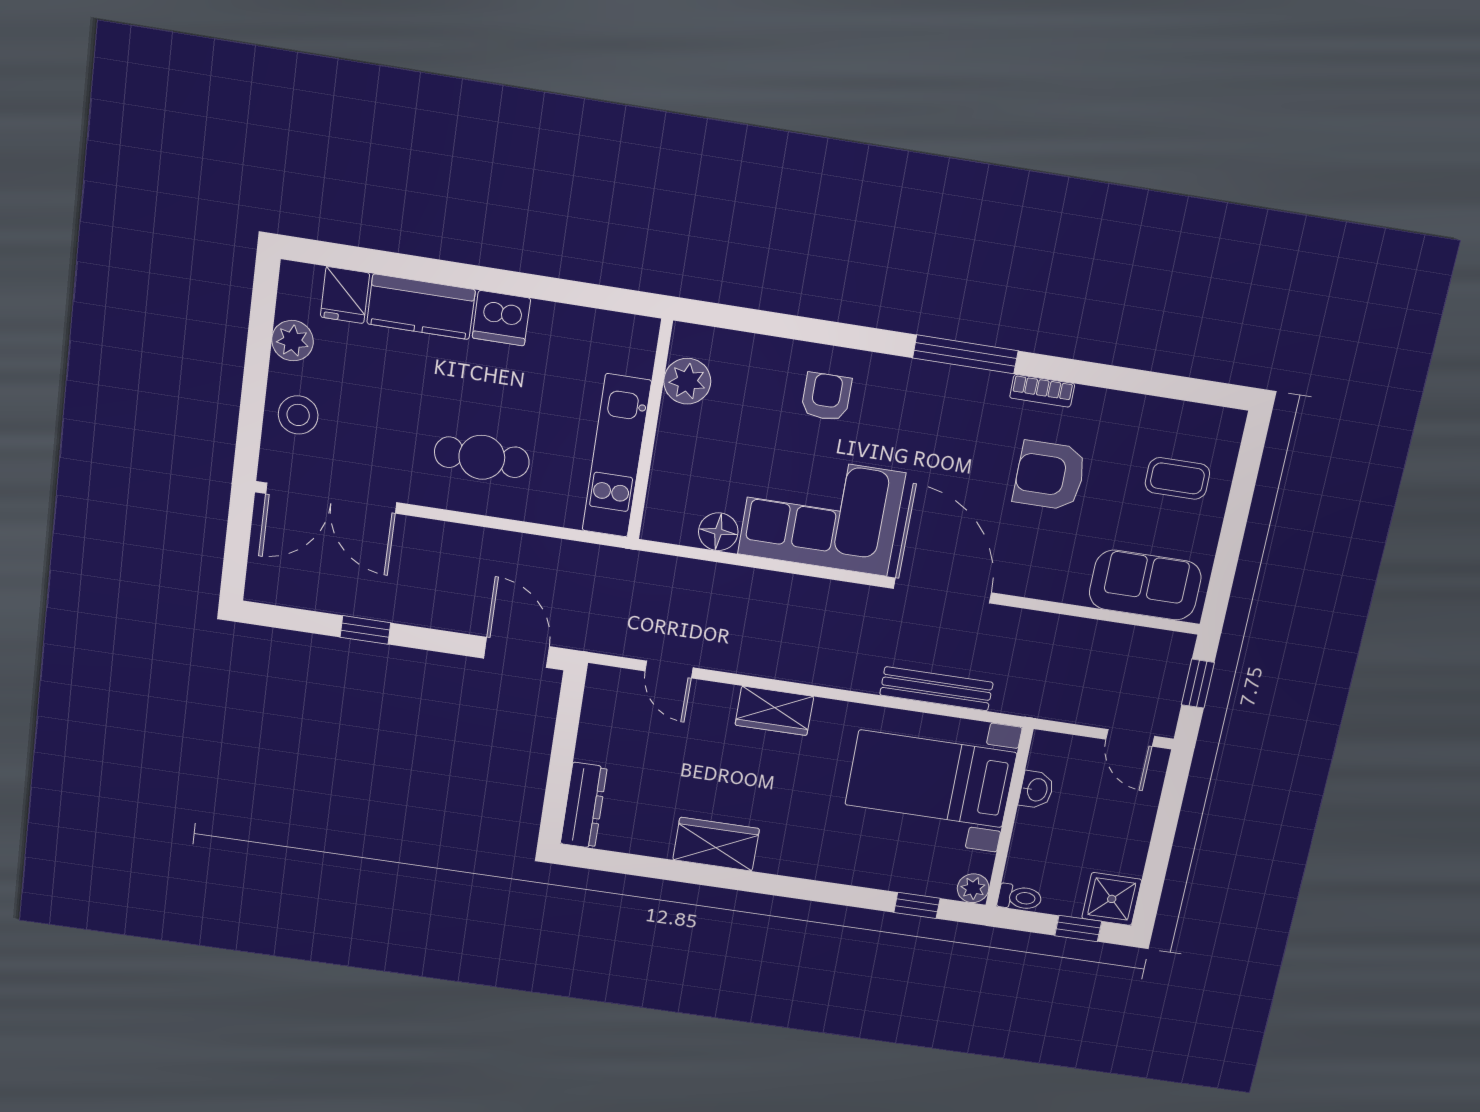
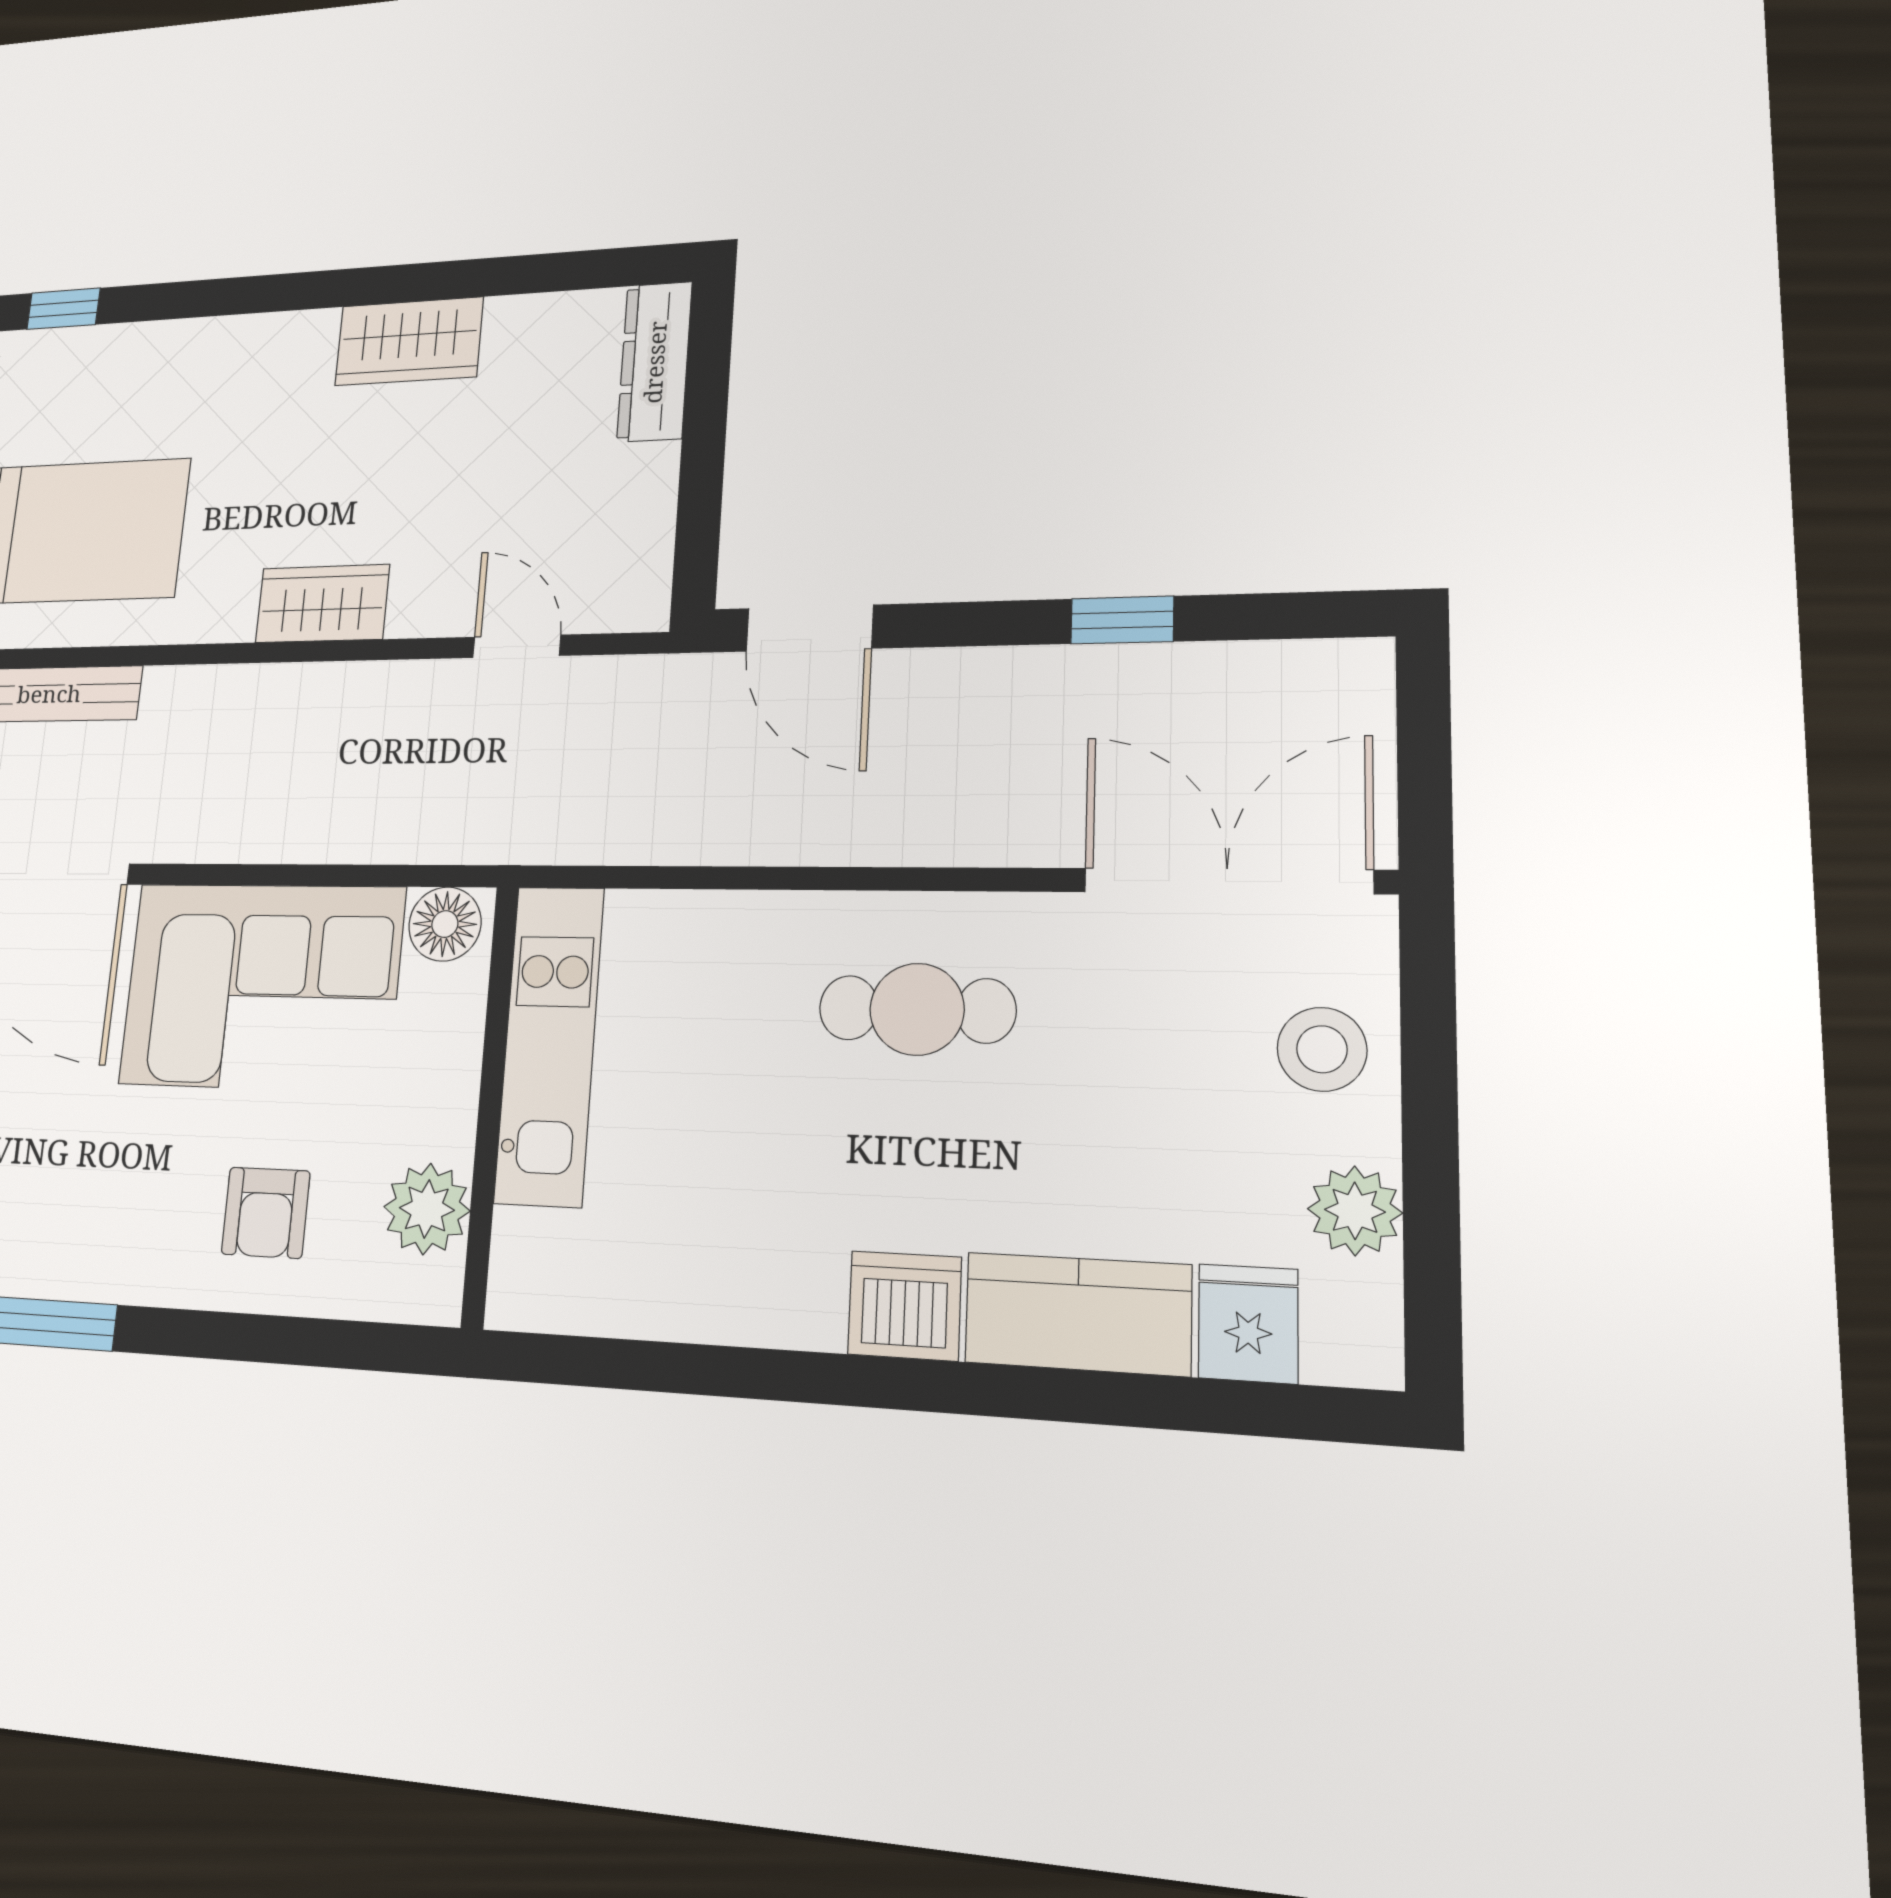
plant: (687, 381) -> (427, 1209), moved
wall: (650, 430) -> (490, 1103), moved
kitchen unit: (617, 456) -> (550, 1044), moved

